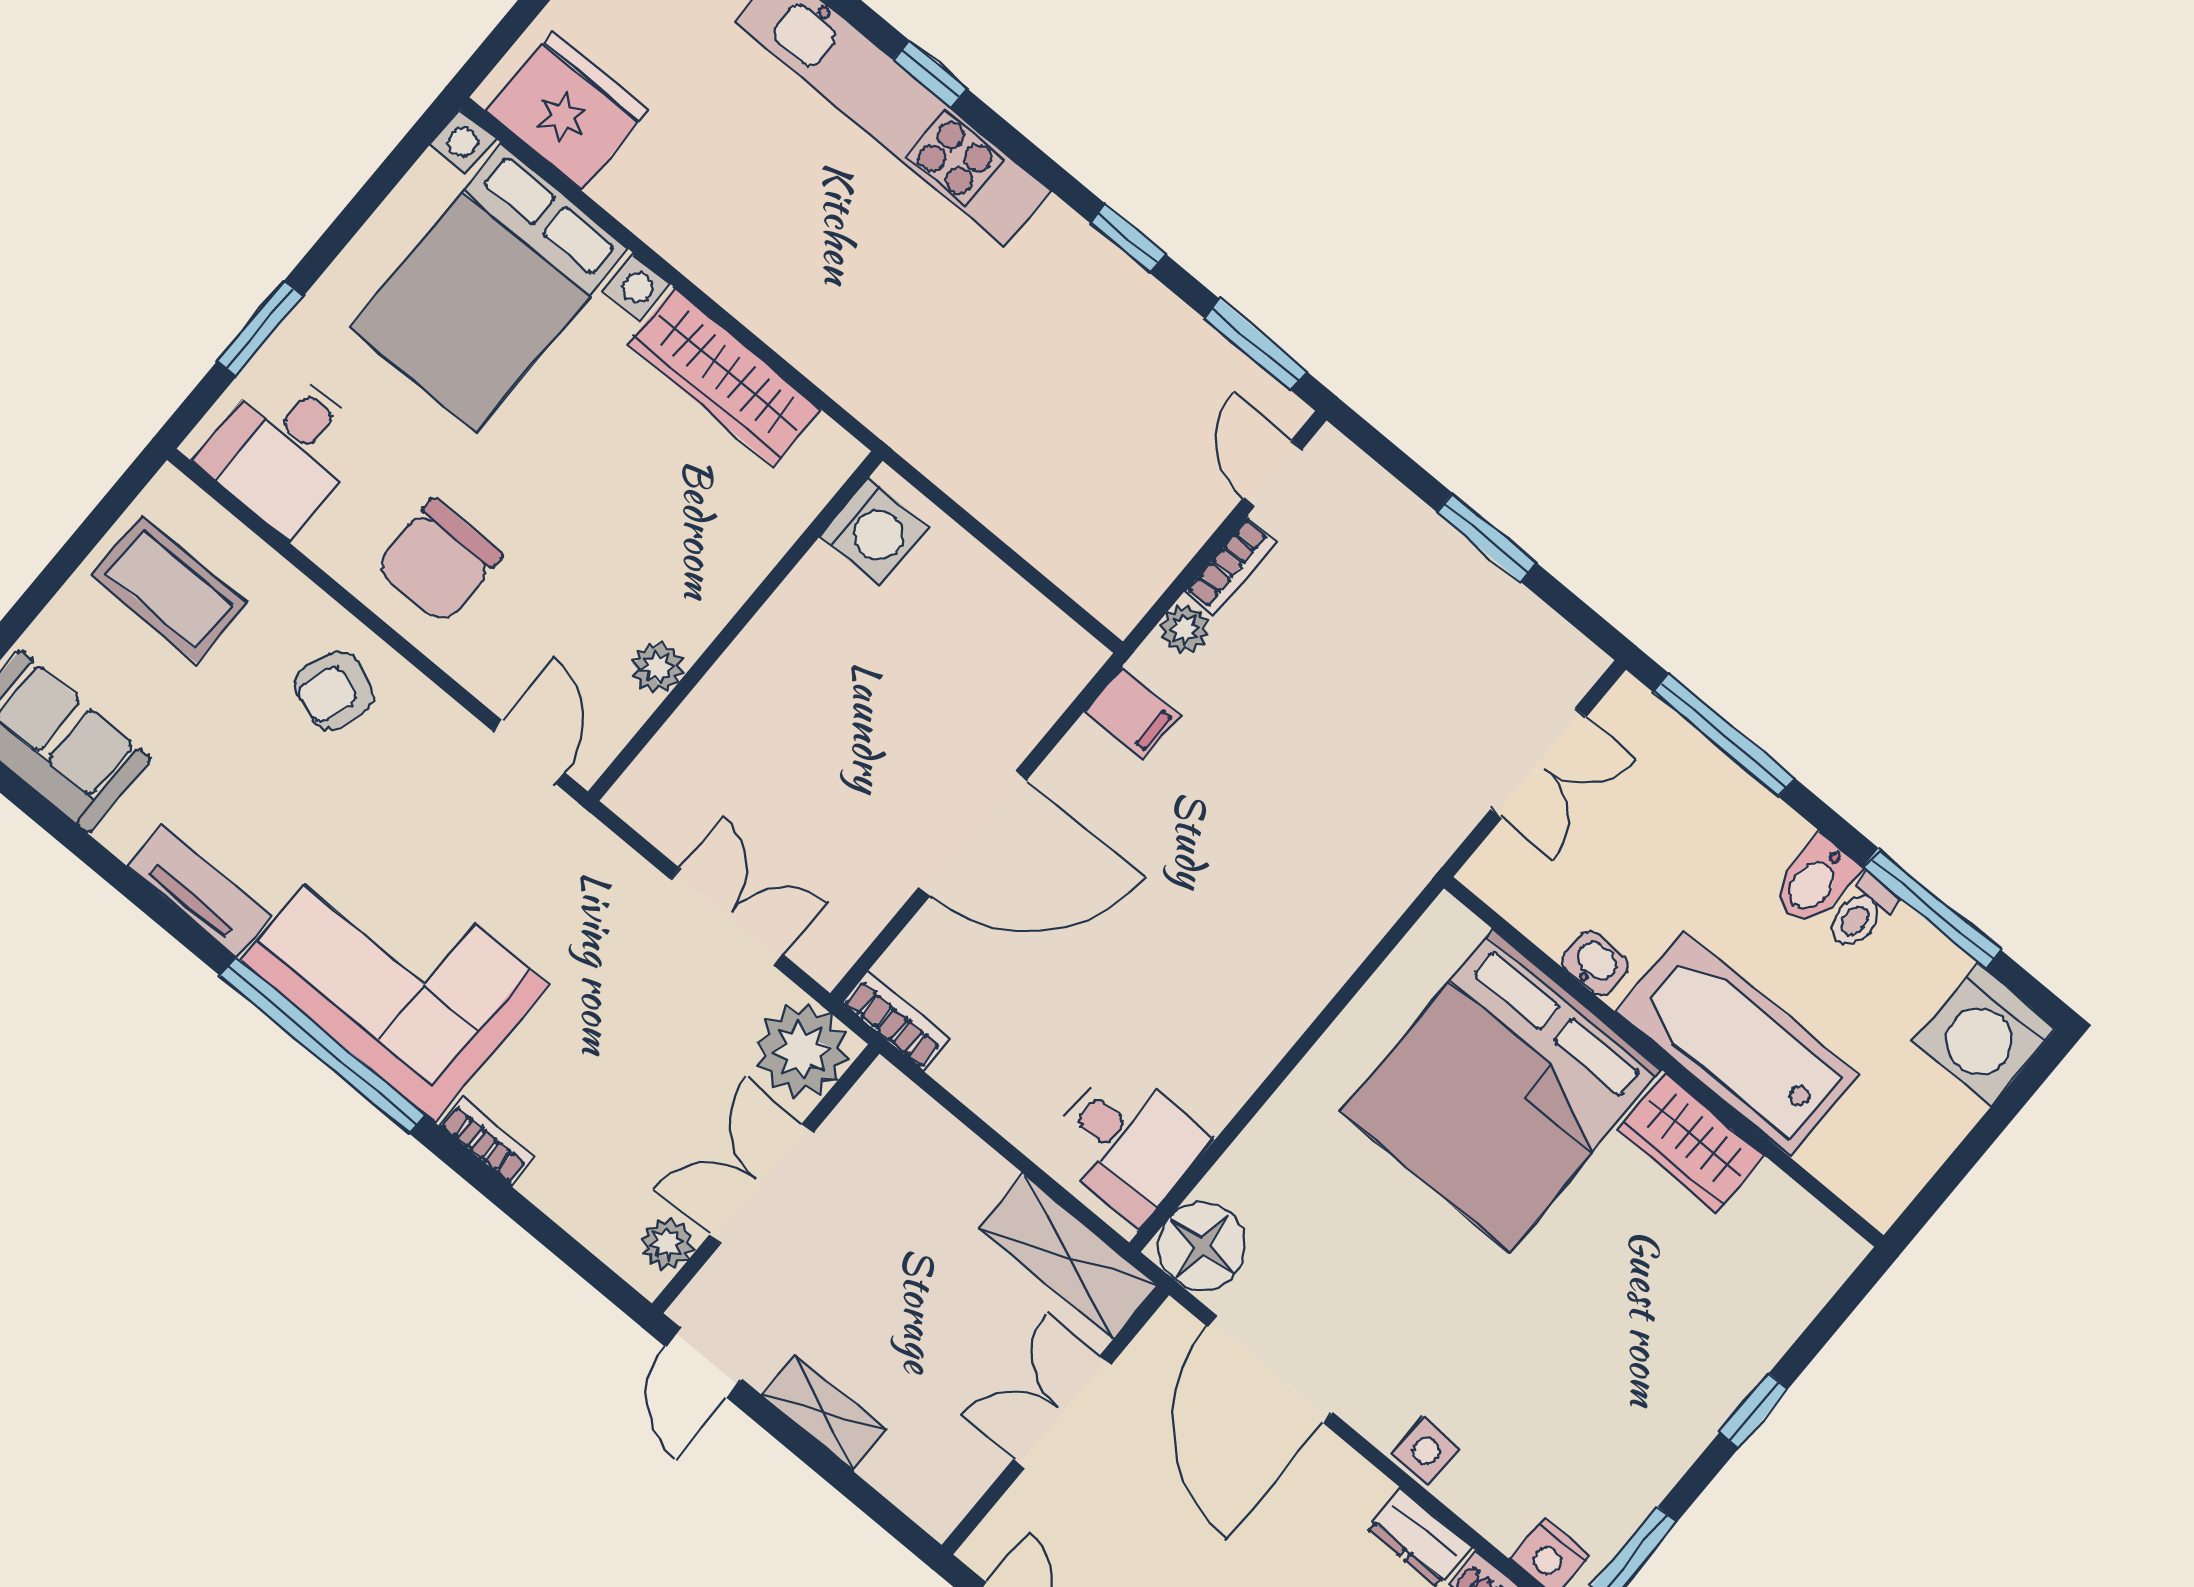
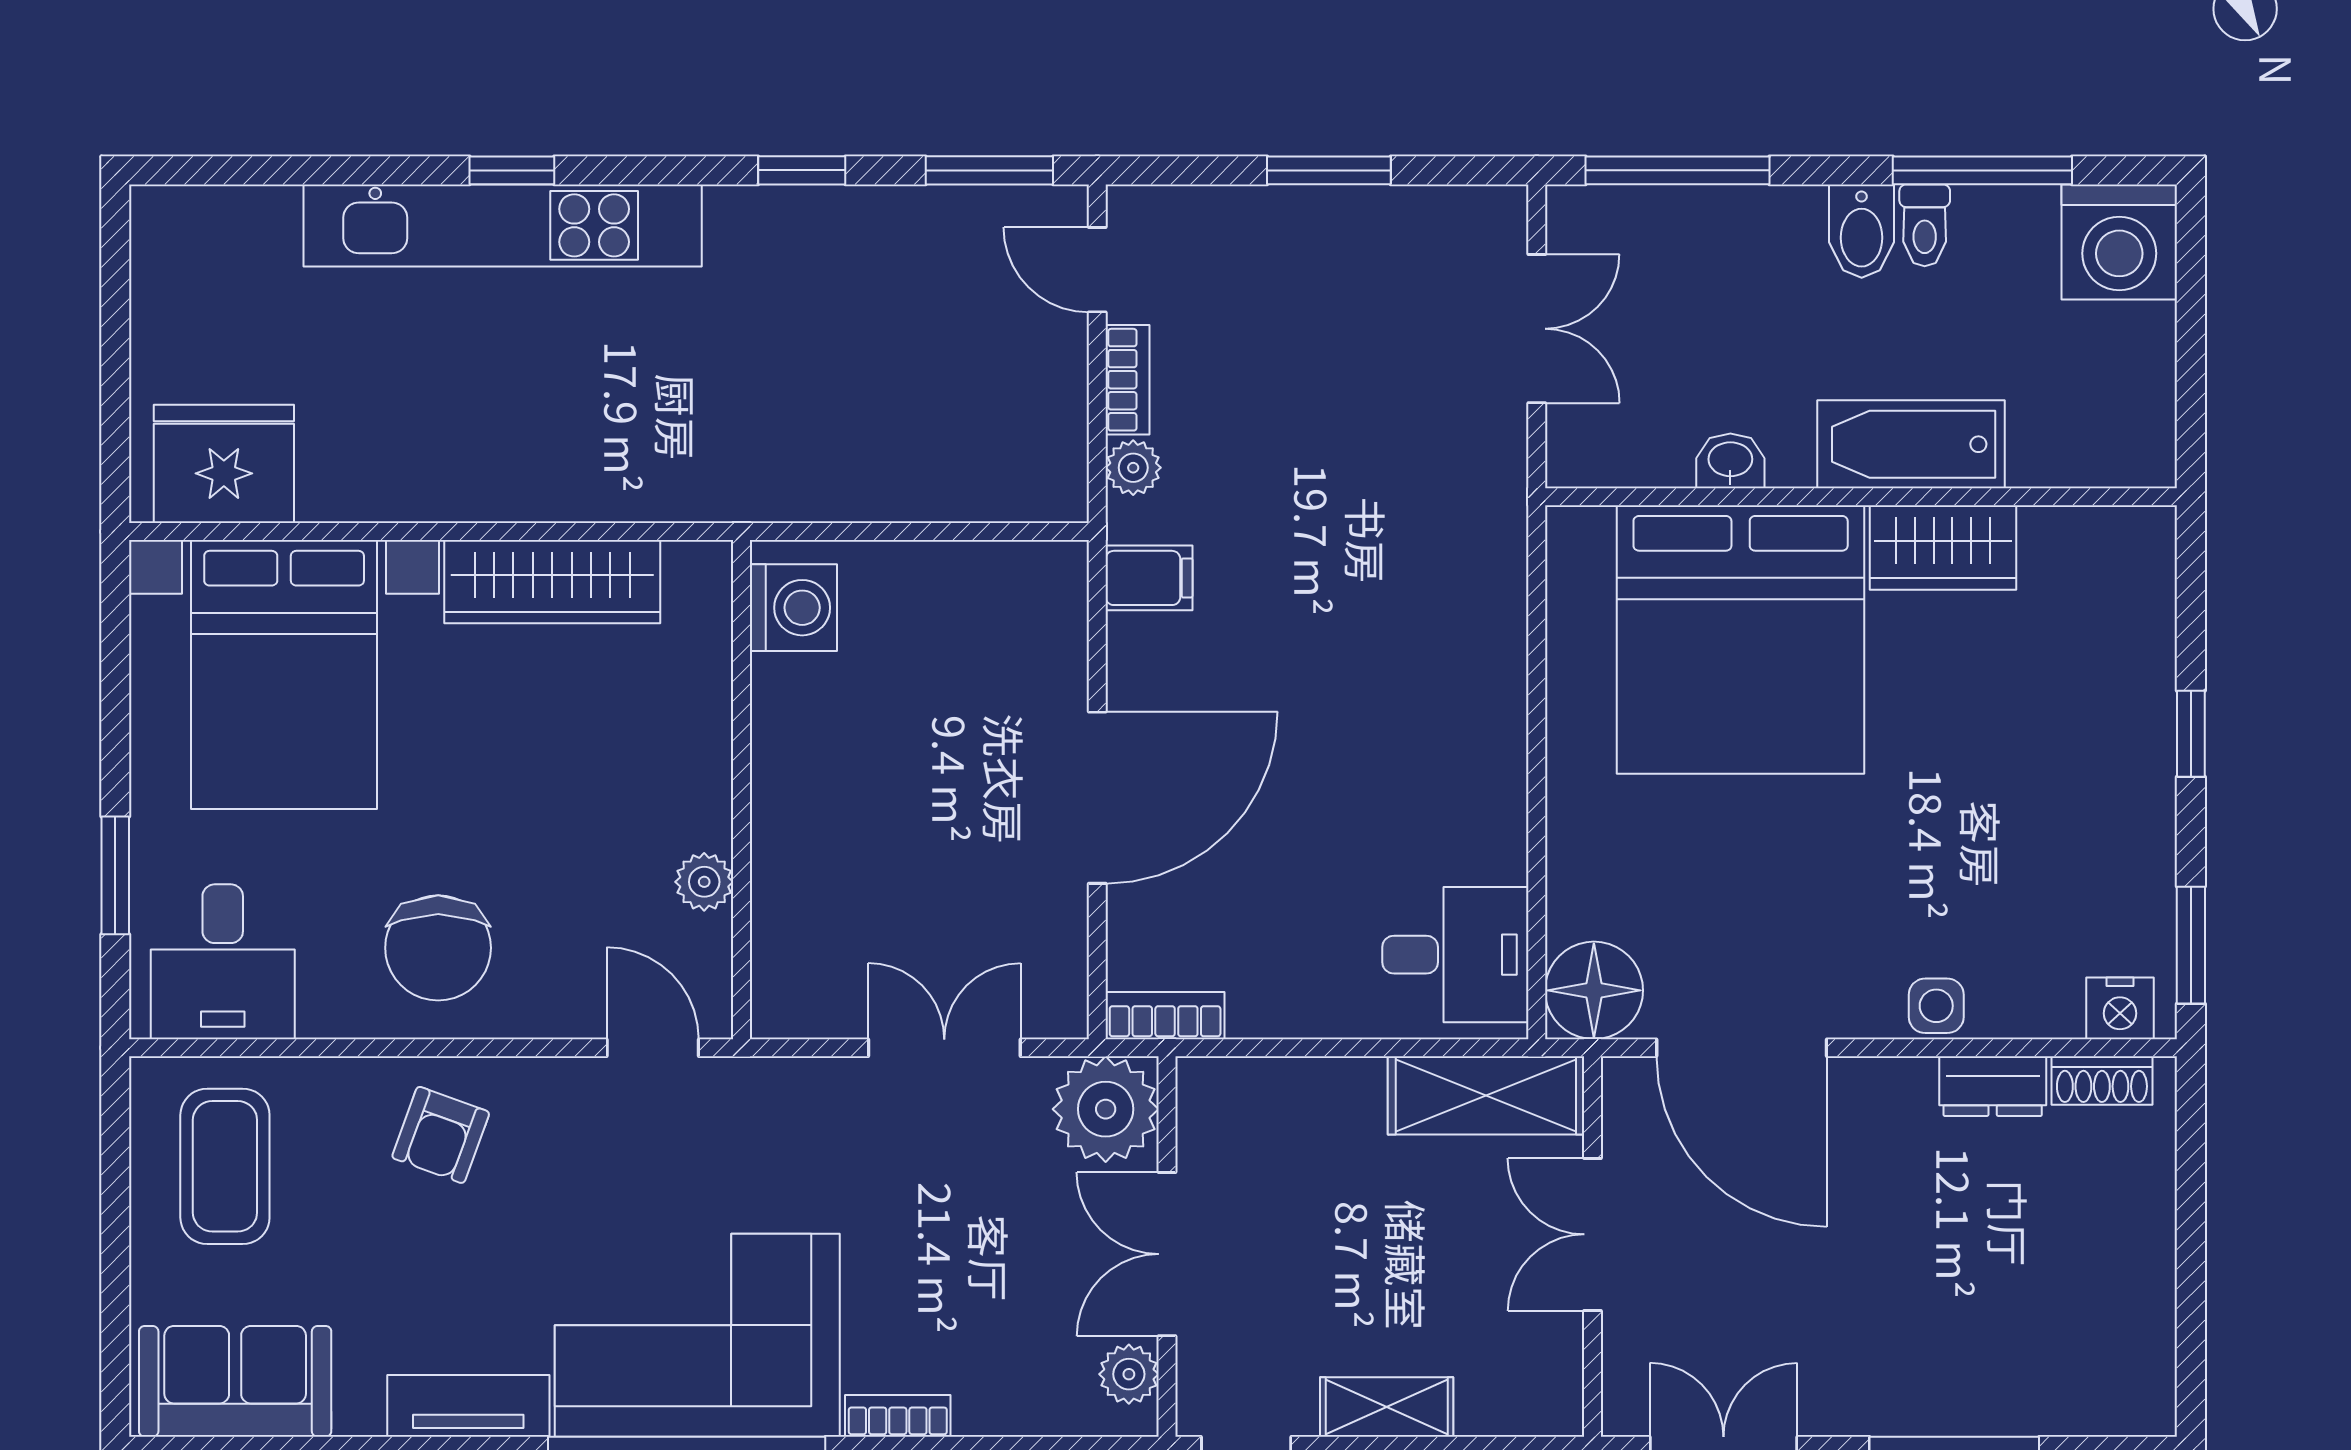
coffee table: (170, 589) -> (225, 1166), turned 90
bathtub: (1737, 1043) -> (1911, 444), width x0.73, depth x0.73

